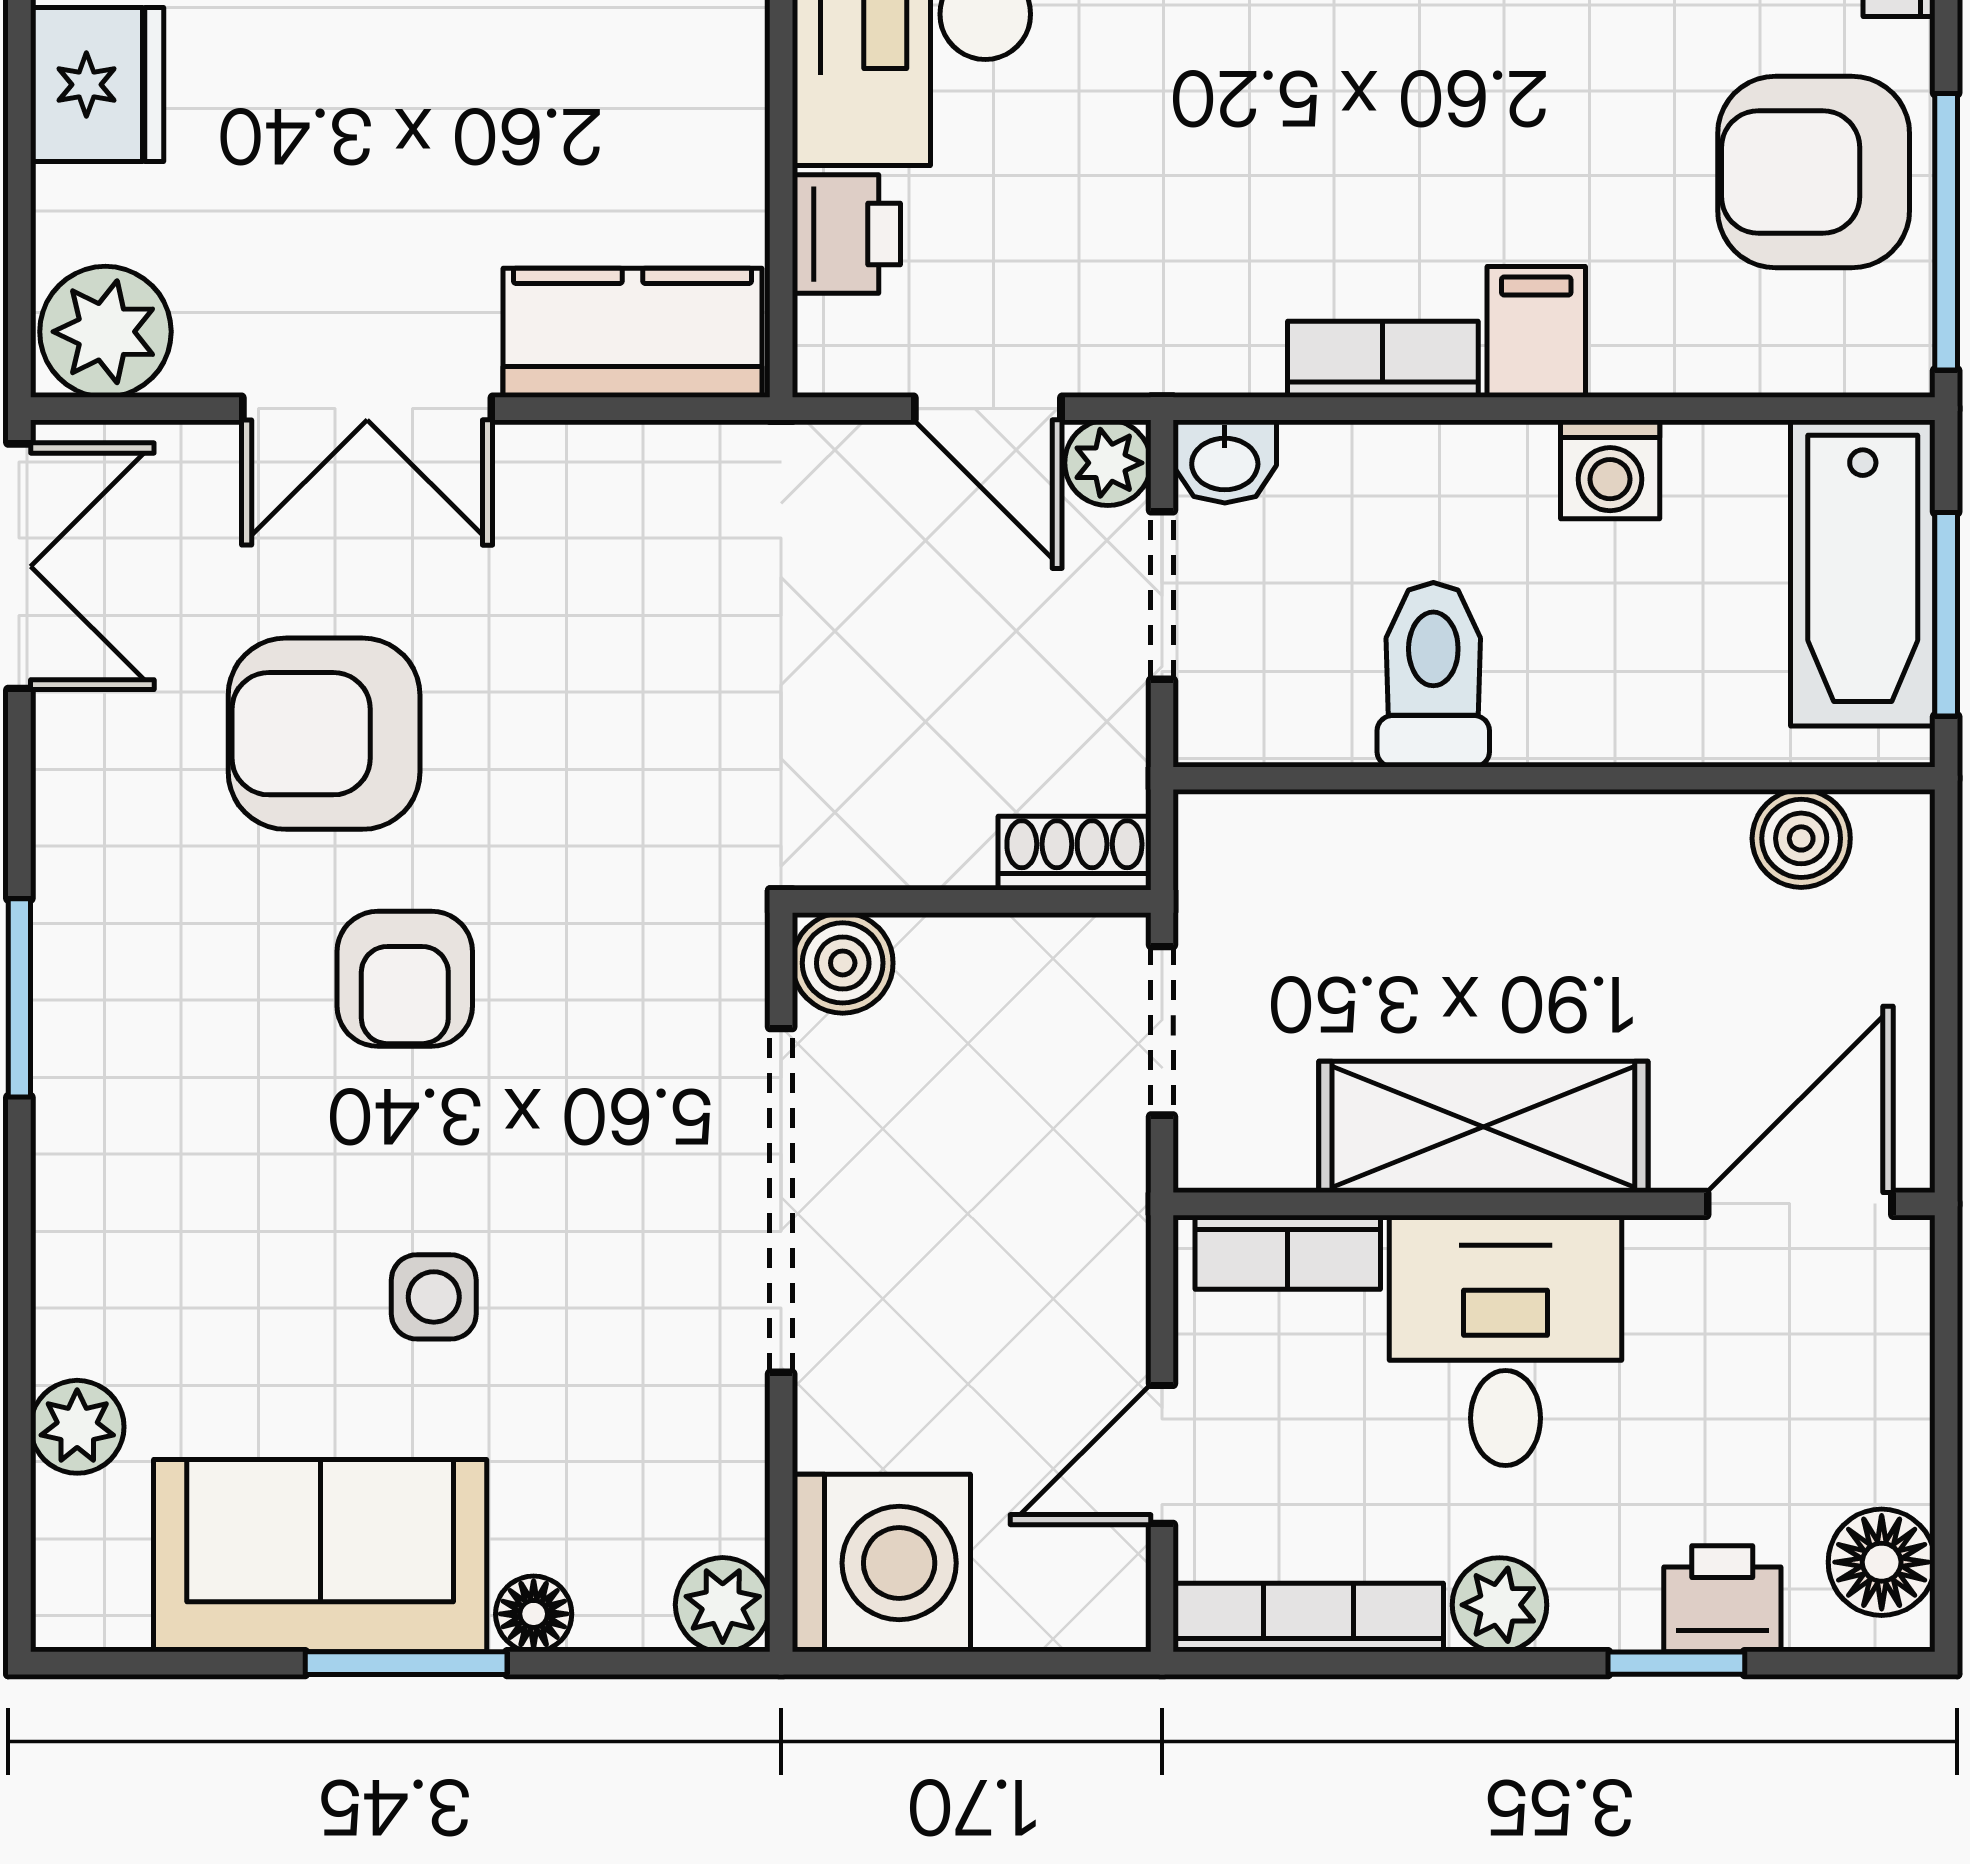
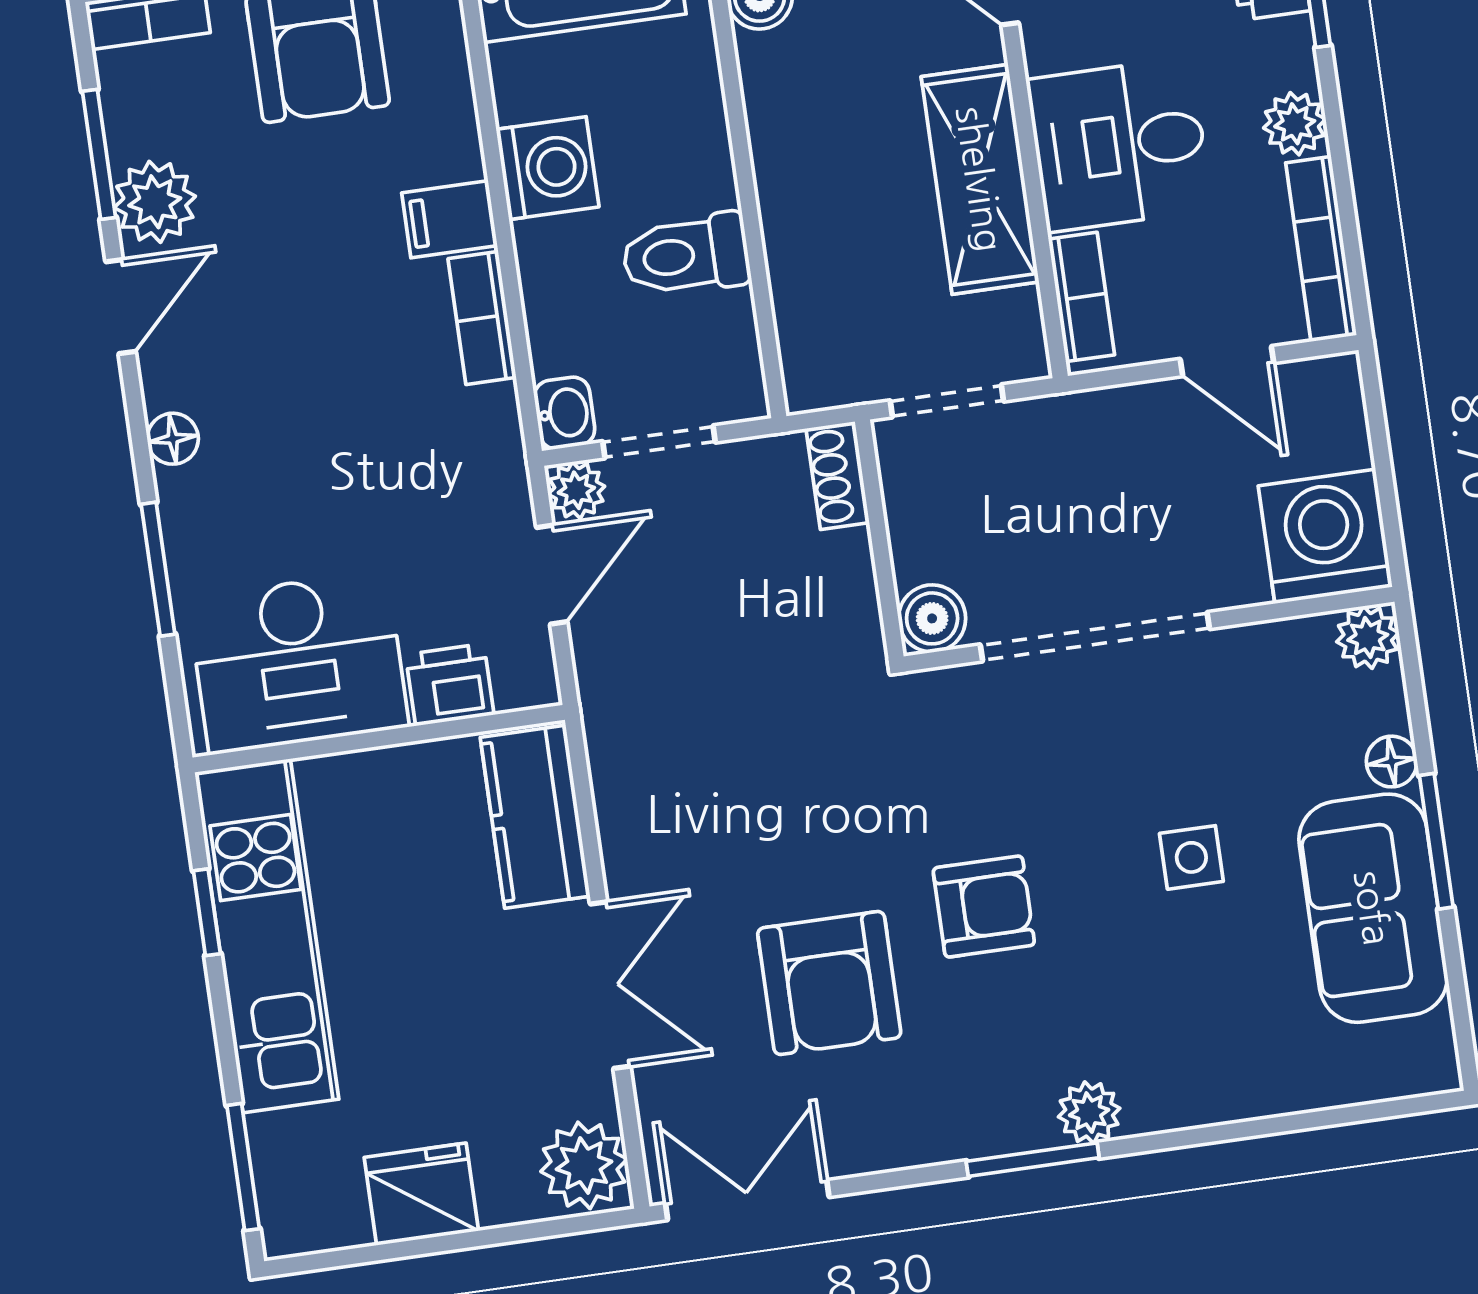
washing machine: (1610, 469) -> (548, 168), width x1.38, depth x1.38
plant: (77, 1427) -> (1089, 1113), moved

